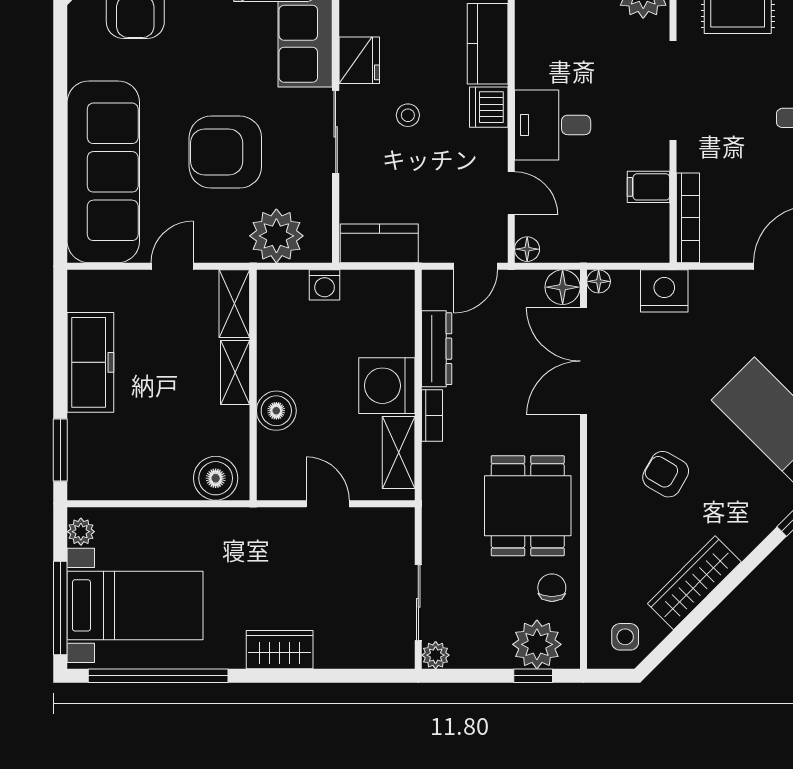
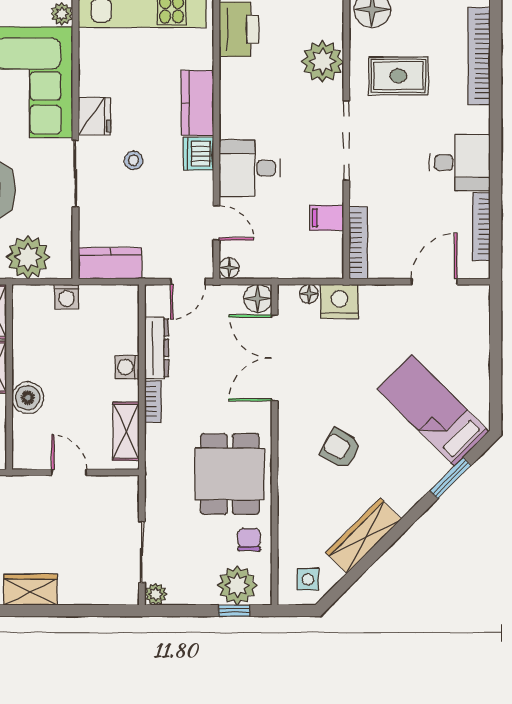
floor lamp: (599, 281) -> (309, 294), moved
washing machine: (387, 386) -> (127, 367), width x0.53, depth x0.53

